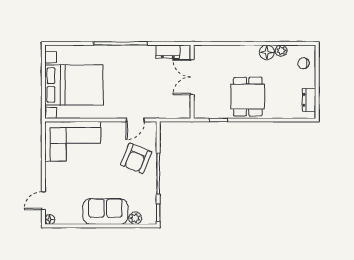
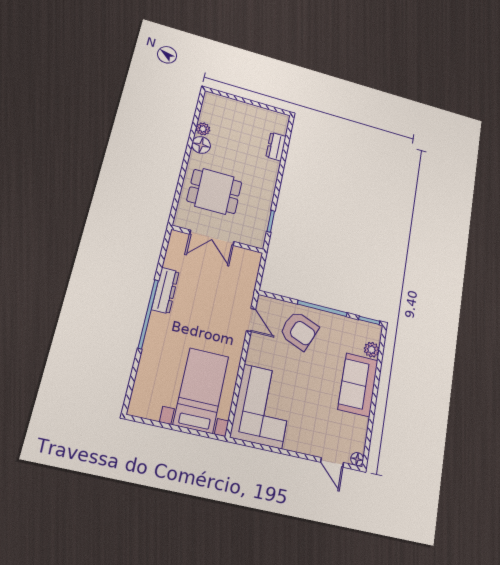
dresser: (168, 52) -> (165, 291), moved, width x1.44
chair: (304, 63) -> (223, 109), removed
bed with nightstands: (74, 85) -> (201, 390), width x0.73
dining table: (248, 97) -> (214, 191), moved
dresser: (309, 100) -> (276, 147), moved, turned 90

